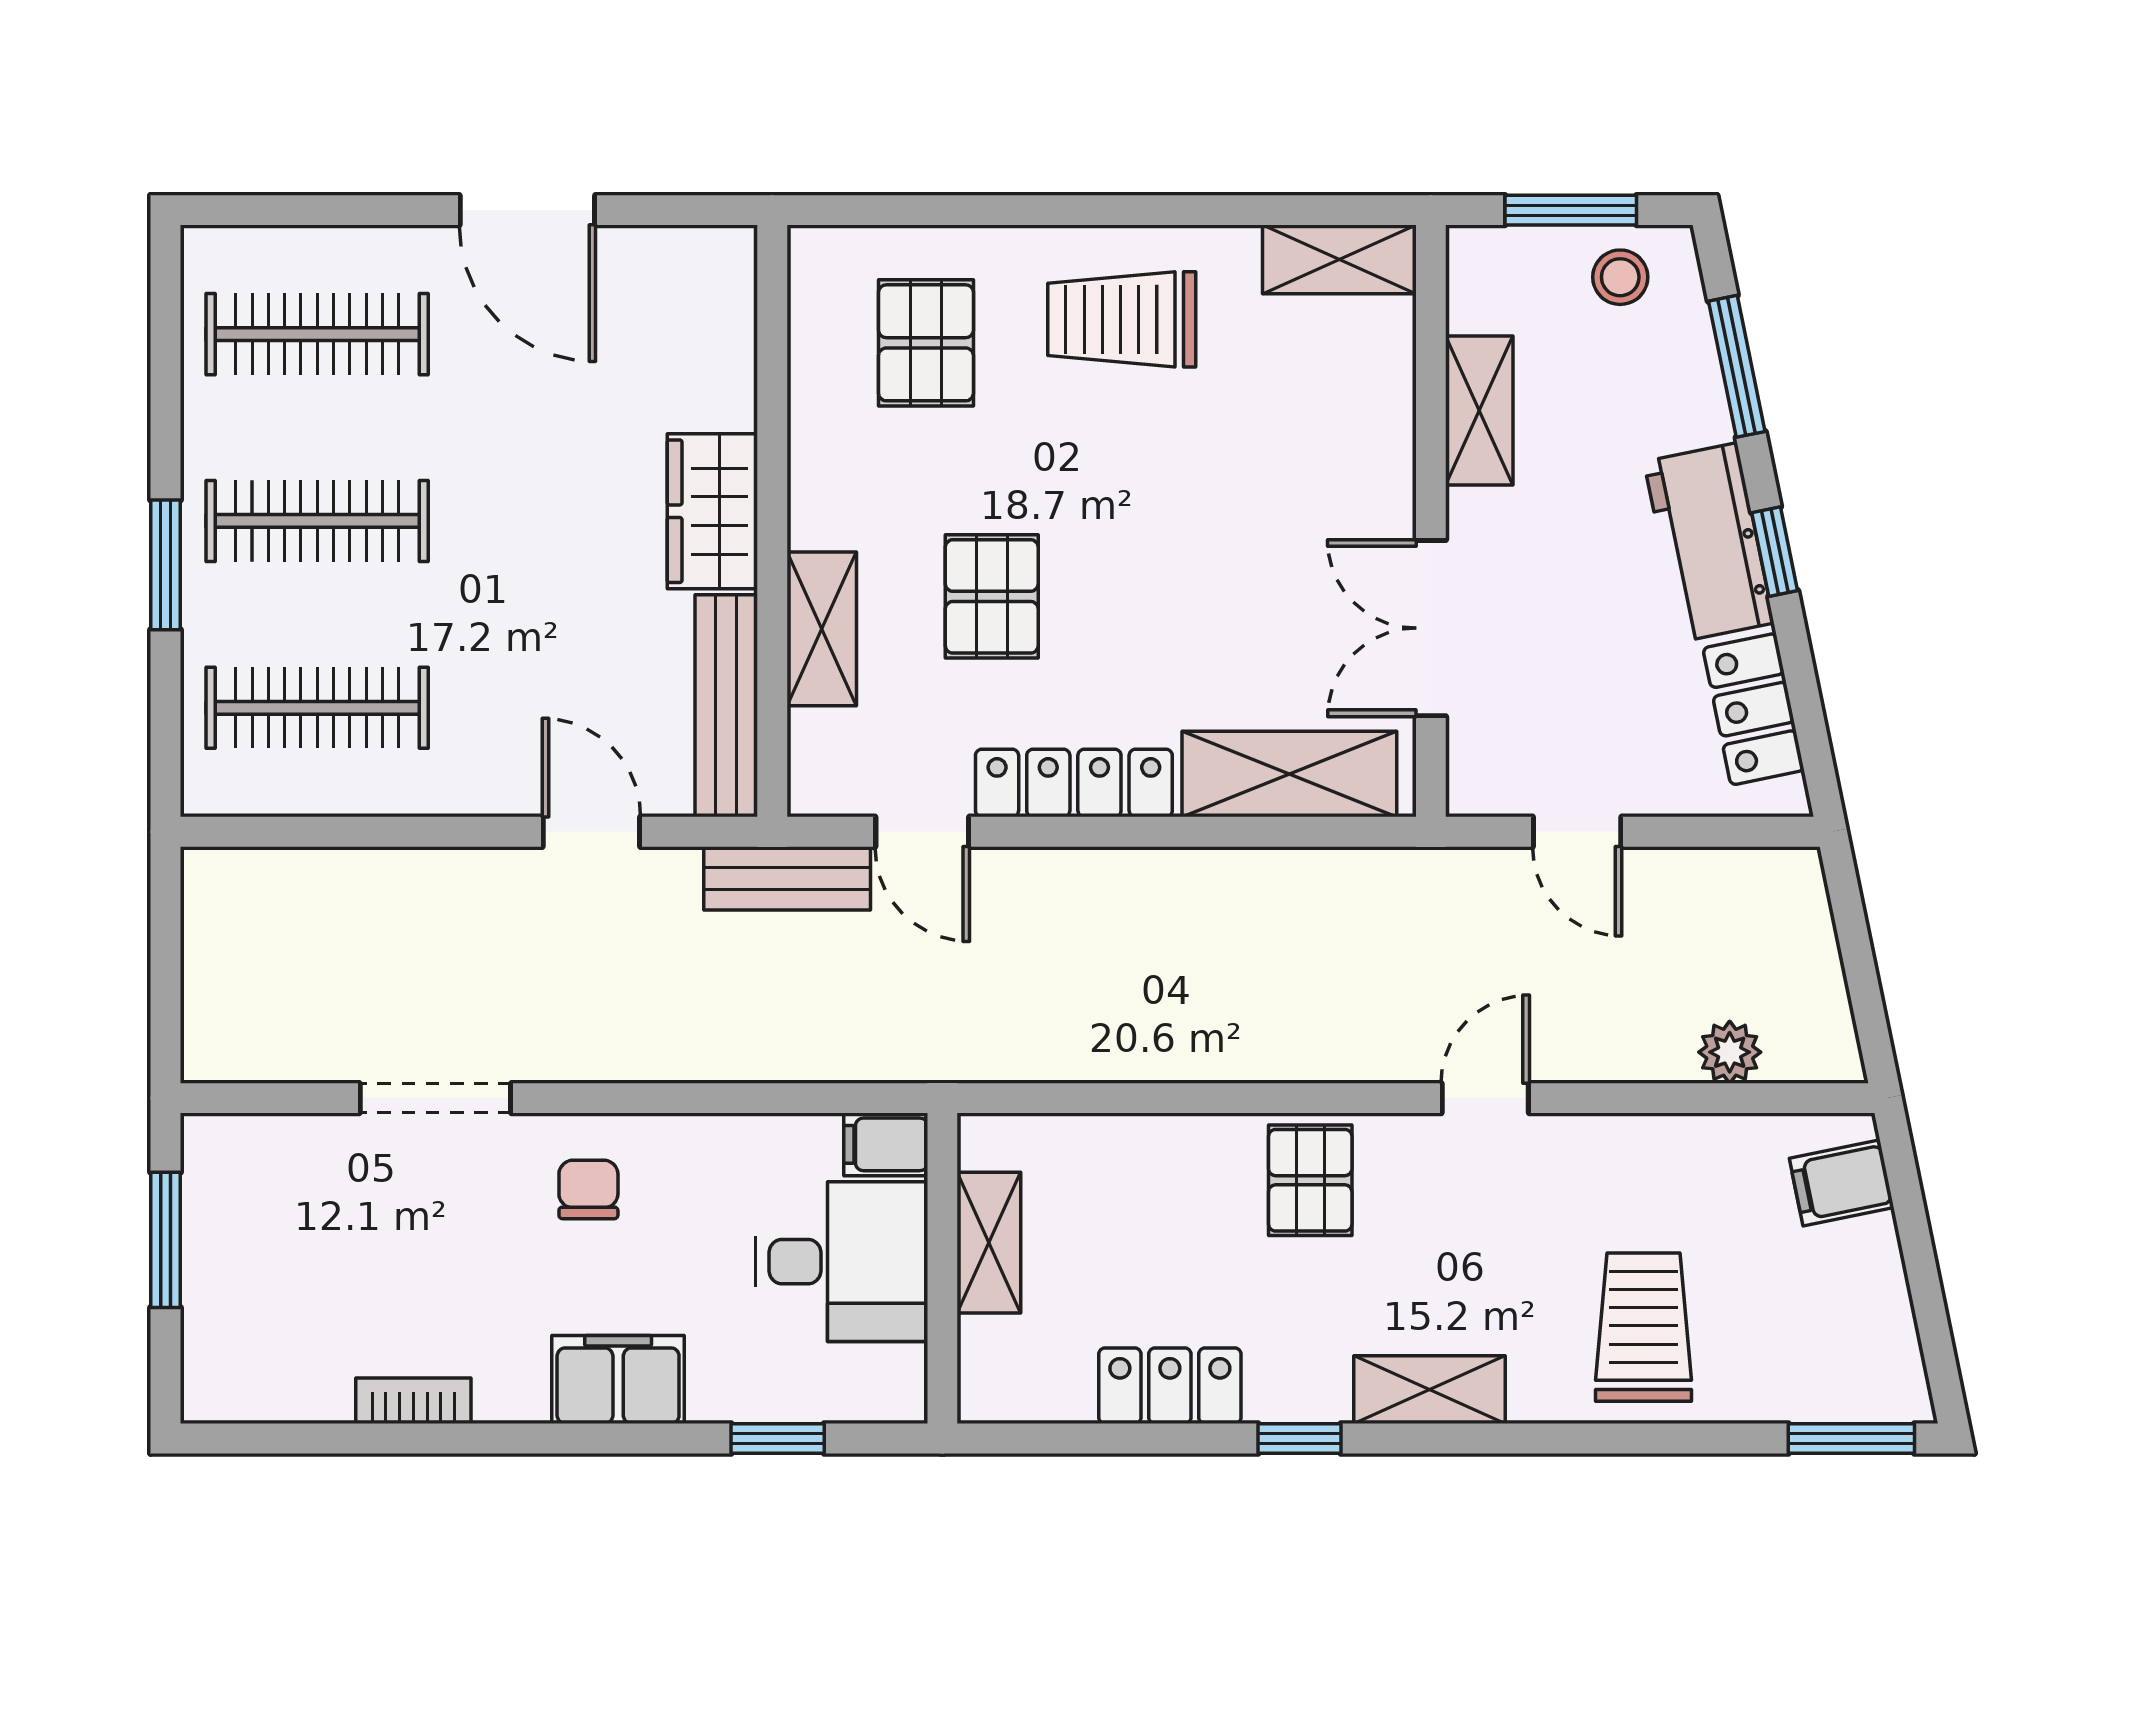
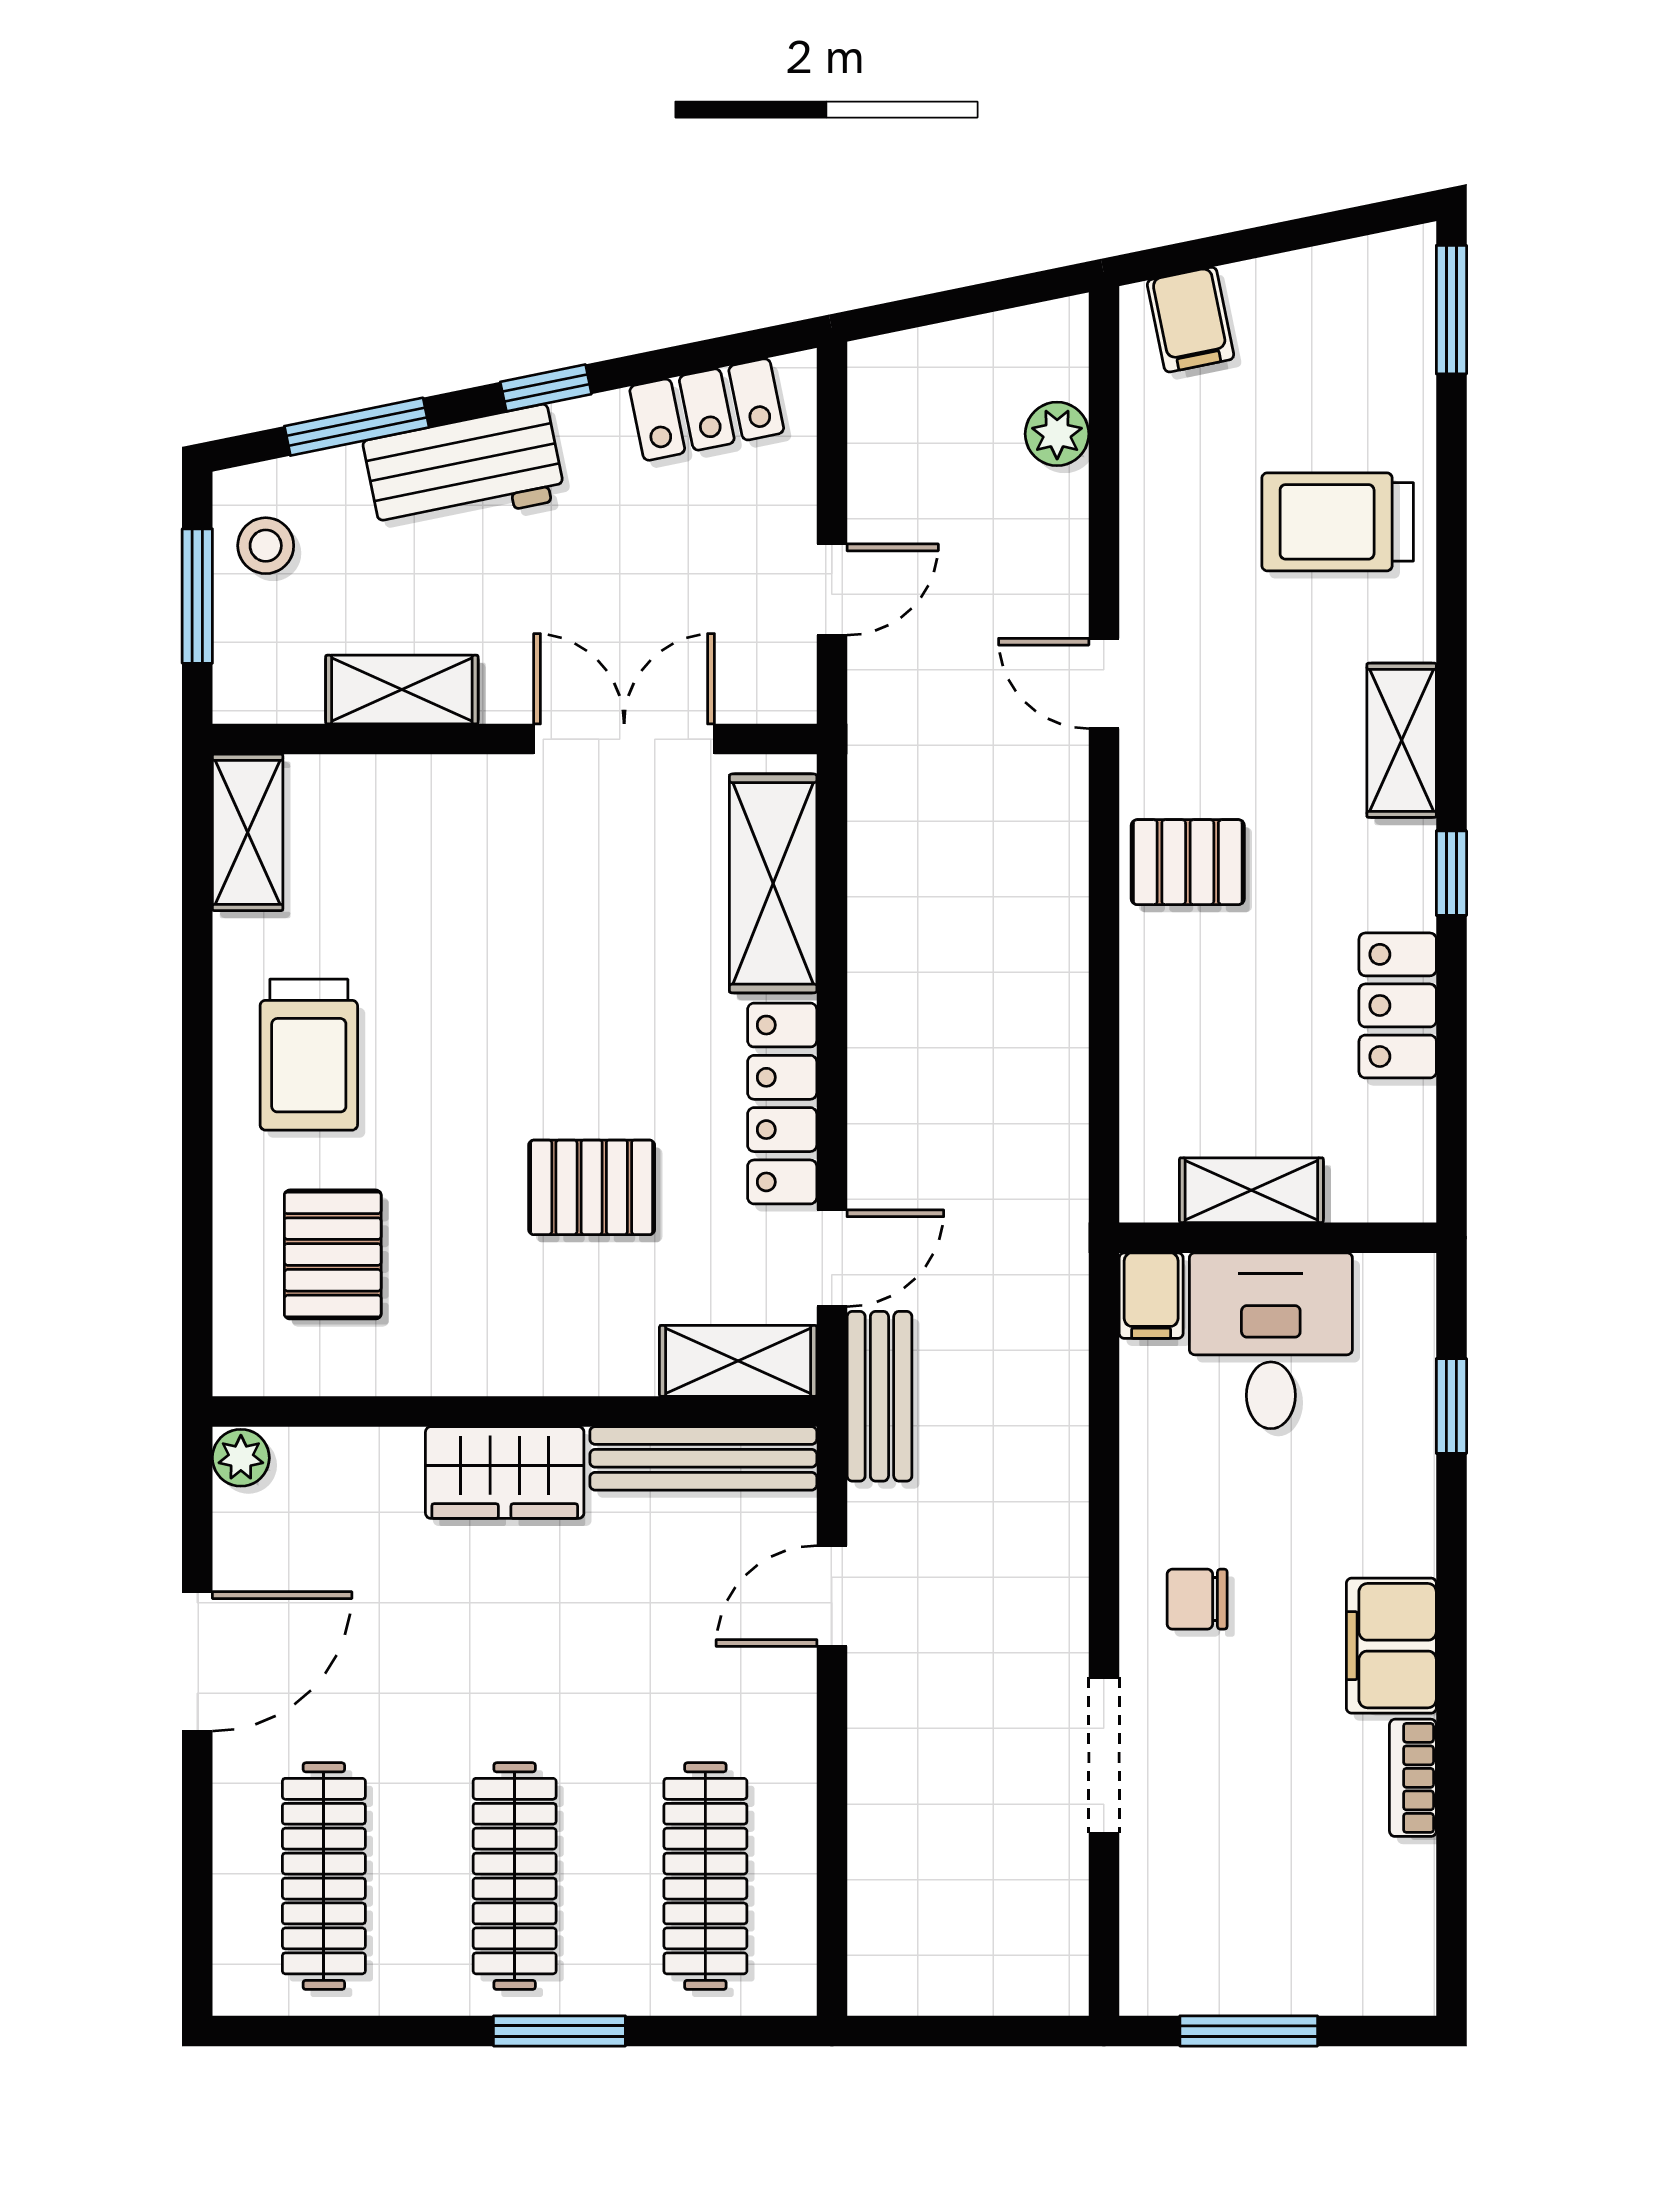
plant: (727, 253) -> (241, 1458), added
pallet: (926, 343) -> (333, 1254), turned 90
workbench: (1709, 542) -> (464, 470), moved
double door: (1431, 628) -> (624, 739), swing flipped
shelving: (822, 629) -> (738, 1361), moved
filing cabinet: (618, 1380) -> (1391, 1646), moved

